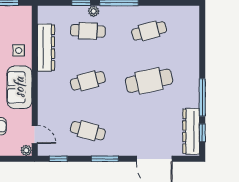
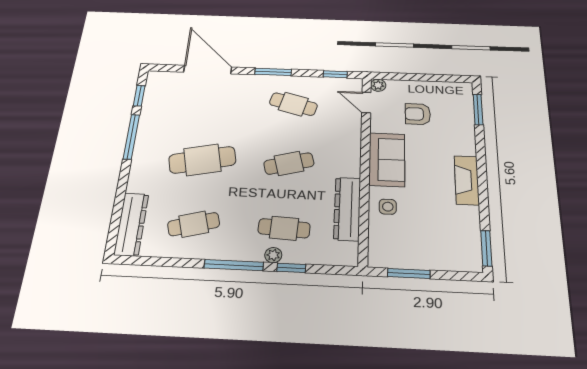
dresser: (191, 131) -> (131, 224), moved

